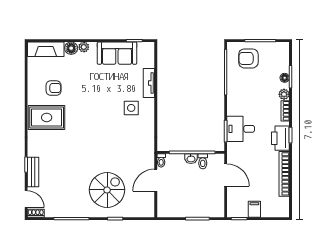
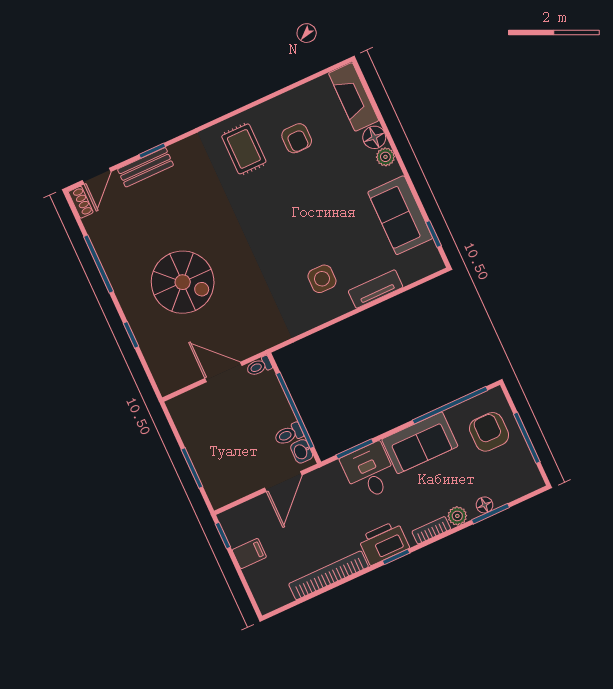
sofa: (238, 96) -> (420, 443), added
rug: (47, 117) -> (244, 149), width x0.73, depth x0.70
washbasin: (191, 159) -> (302, 451), moved
spiral stairs: (107, 190) -> (183, 282), moved

